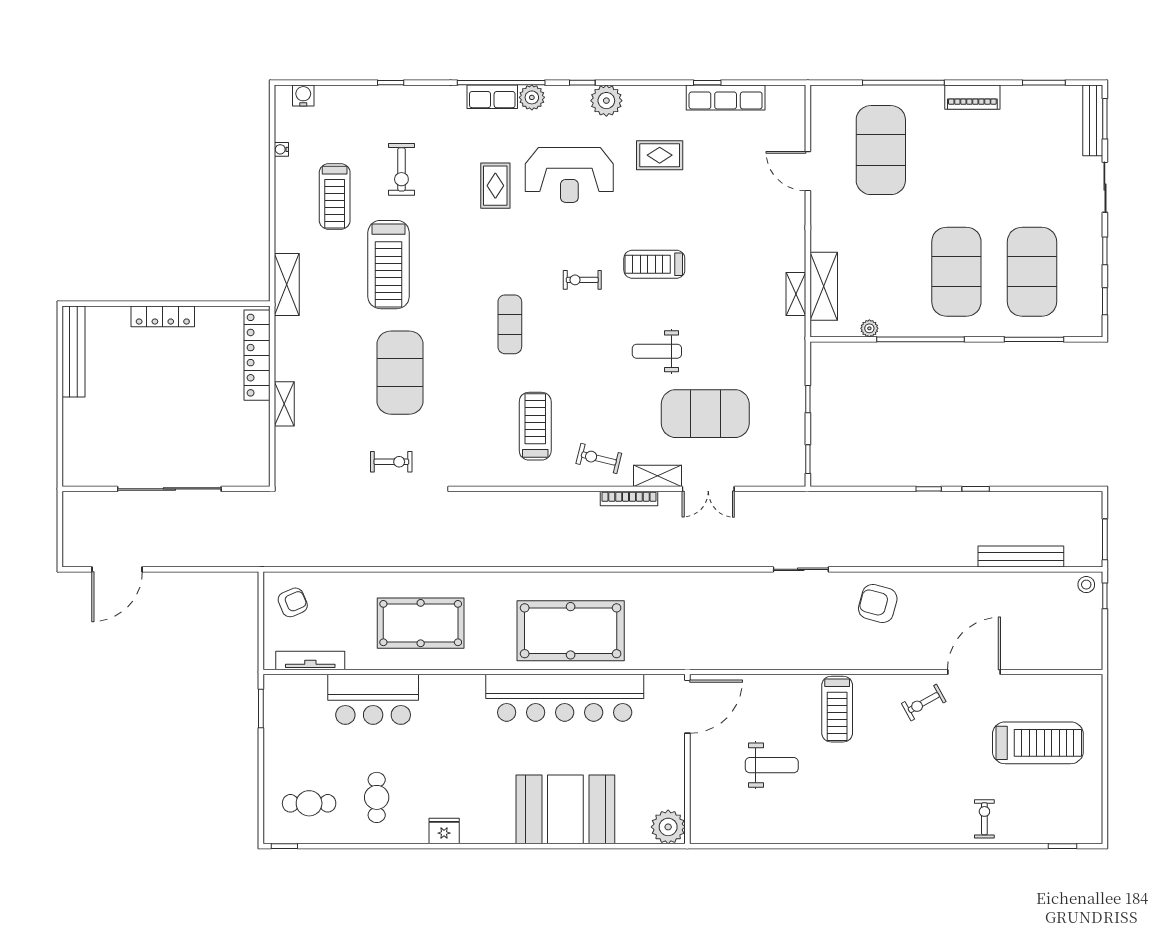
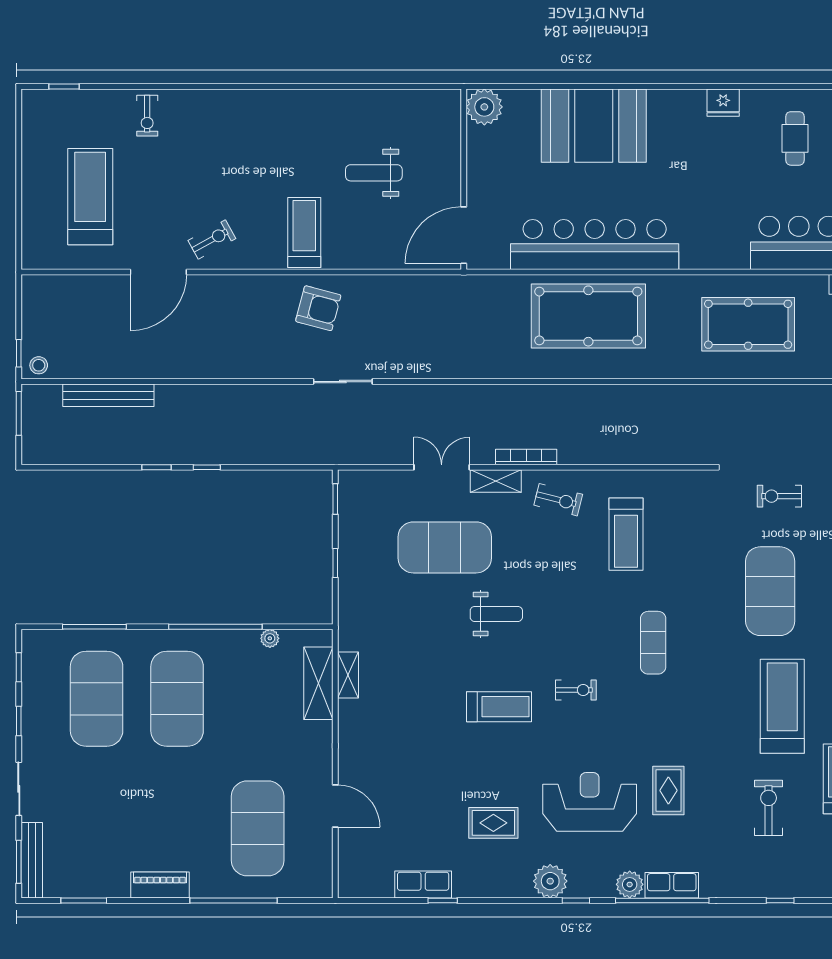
row of seats: (726, 97) -> (423, 884), width x0.68
armchair: (878, 604) -> (318, 308), moved
treadmill: (1038, 743) -> (90, 197), turned 90

